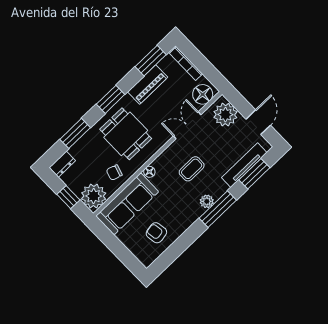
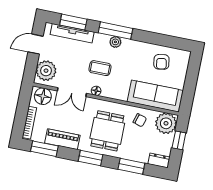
floor lamp: (149, 172) -> (96, 91), moved

